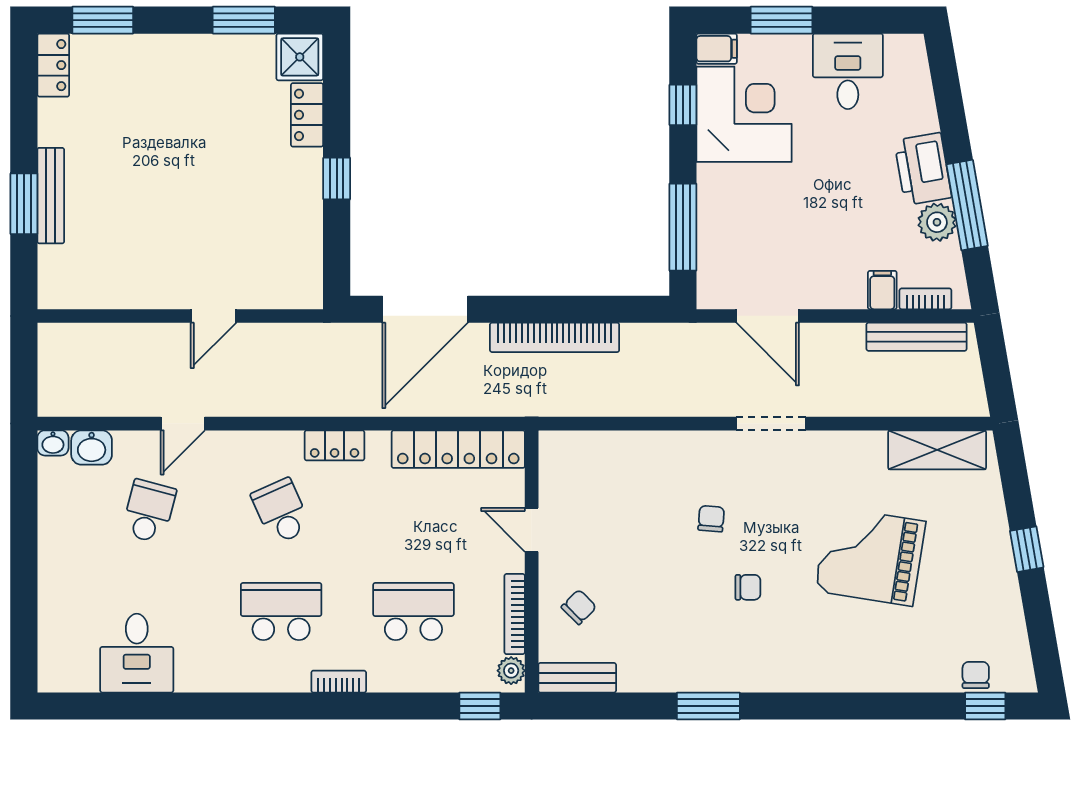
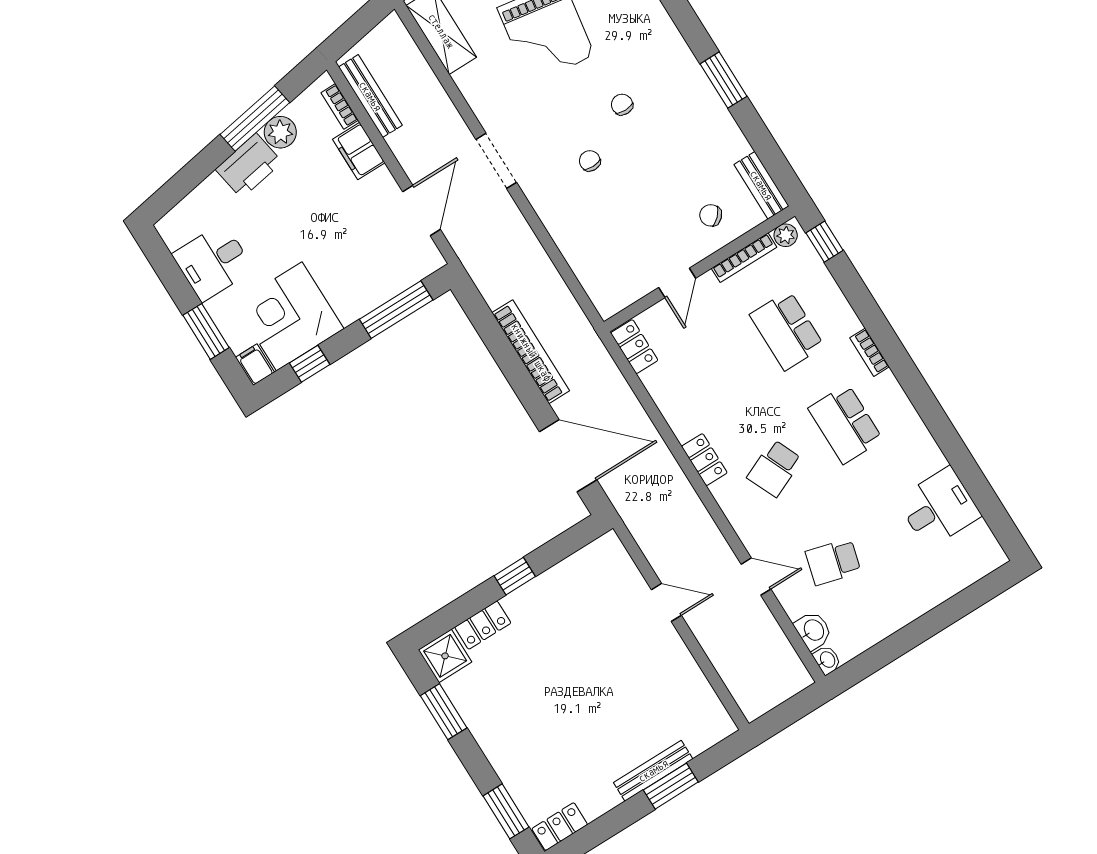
filing cabinet: (882, 290) -> (359, 151), width x2.00
locker: (458, 449) -> (634, 347), width x0.46, depth x0.83
chair: (711, 519) -> (590, 161), turned 85

